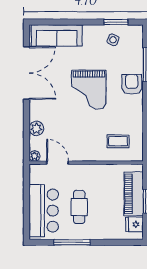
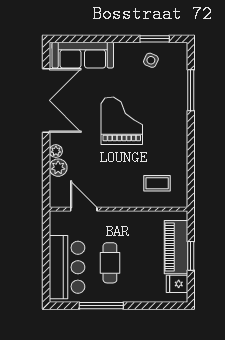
armchair: (132, 84) -> (174, 114), removed
grand piano: (89, 90) -> (122, 121), turned 180
plant: (34, 156) -> (56, 151), moved

